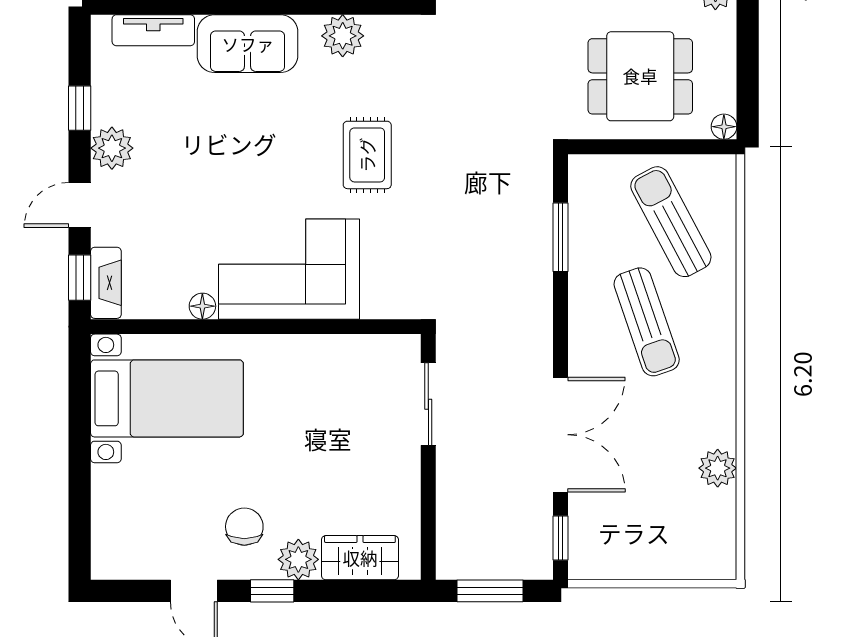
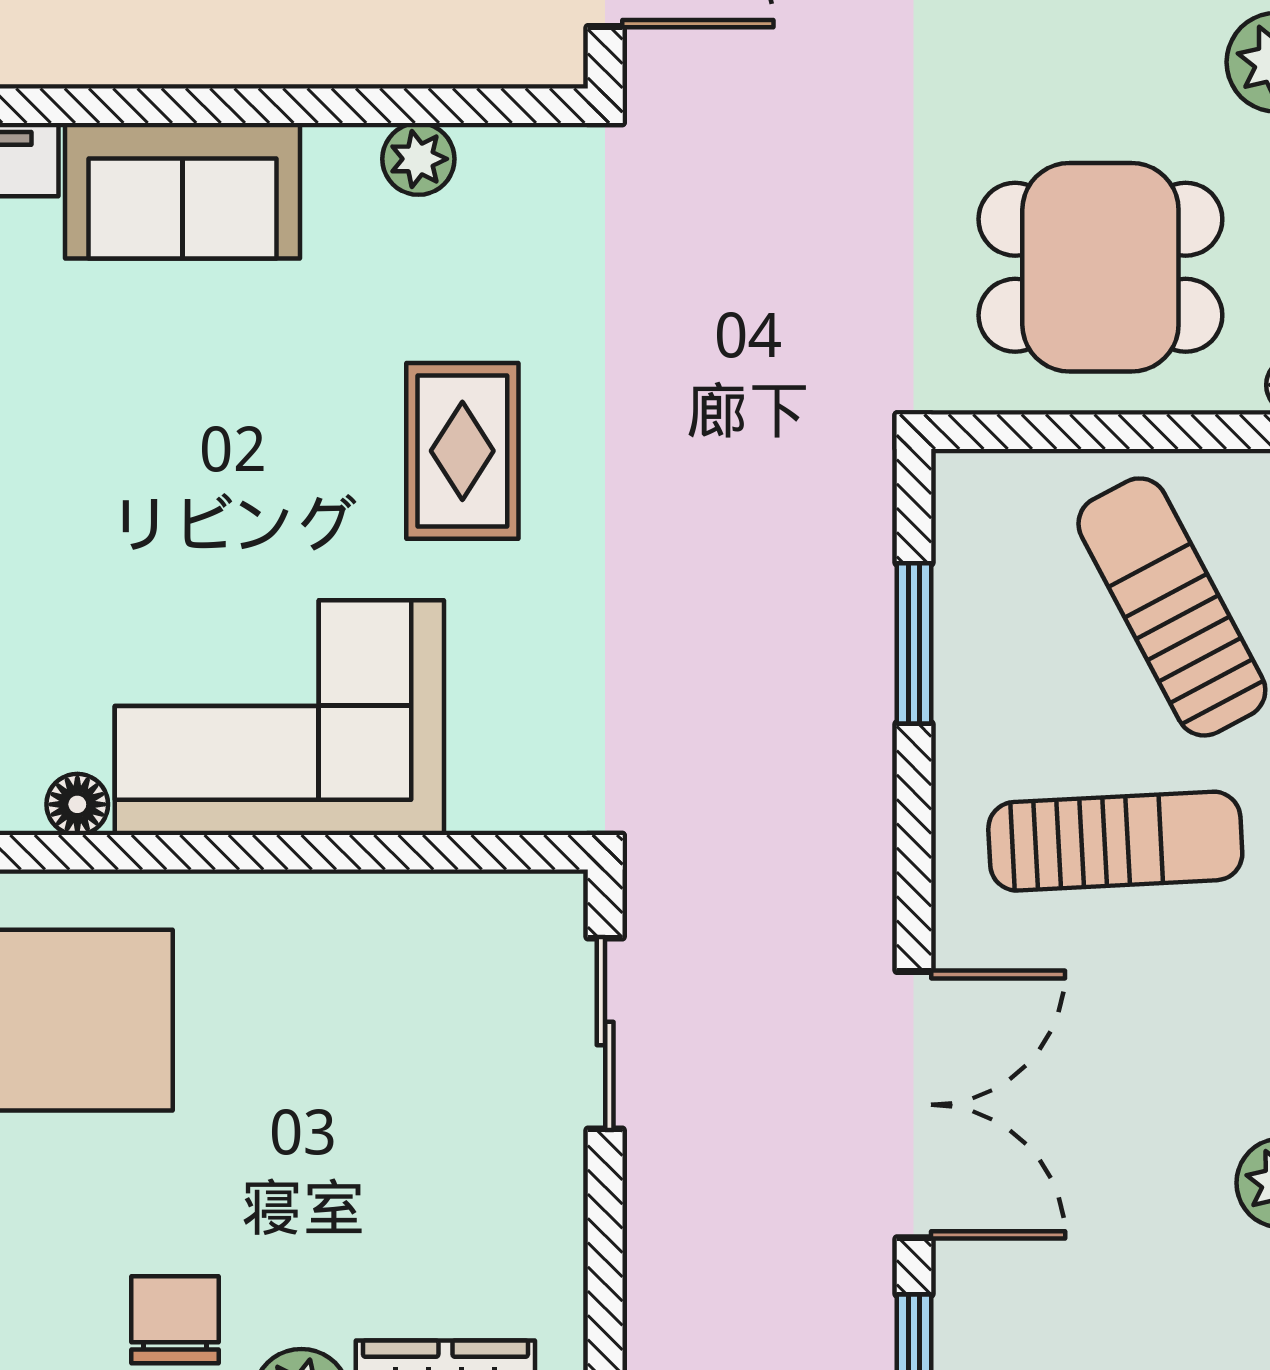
plant: (343, 36) -> (418, 159), width x0.73, depth x0.73
sun lounger: (647, 322) -> (1115, 841), turned -74

